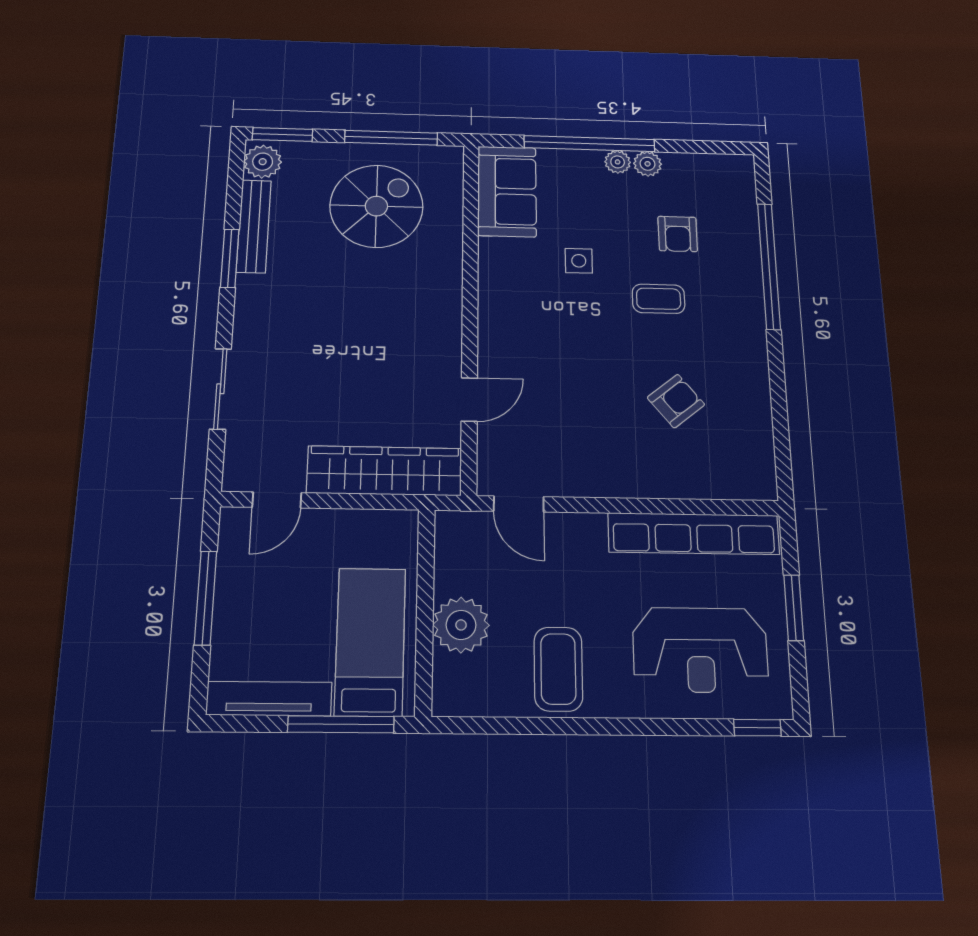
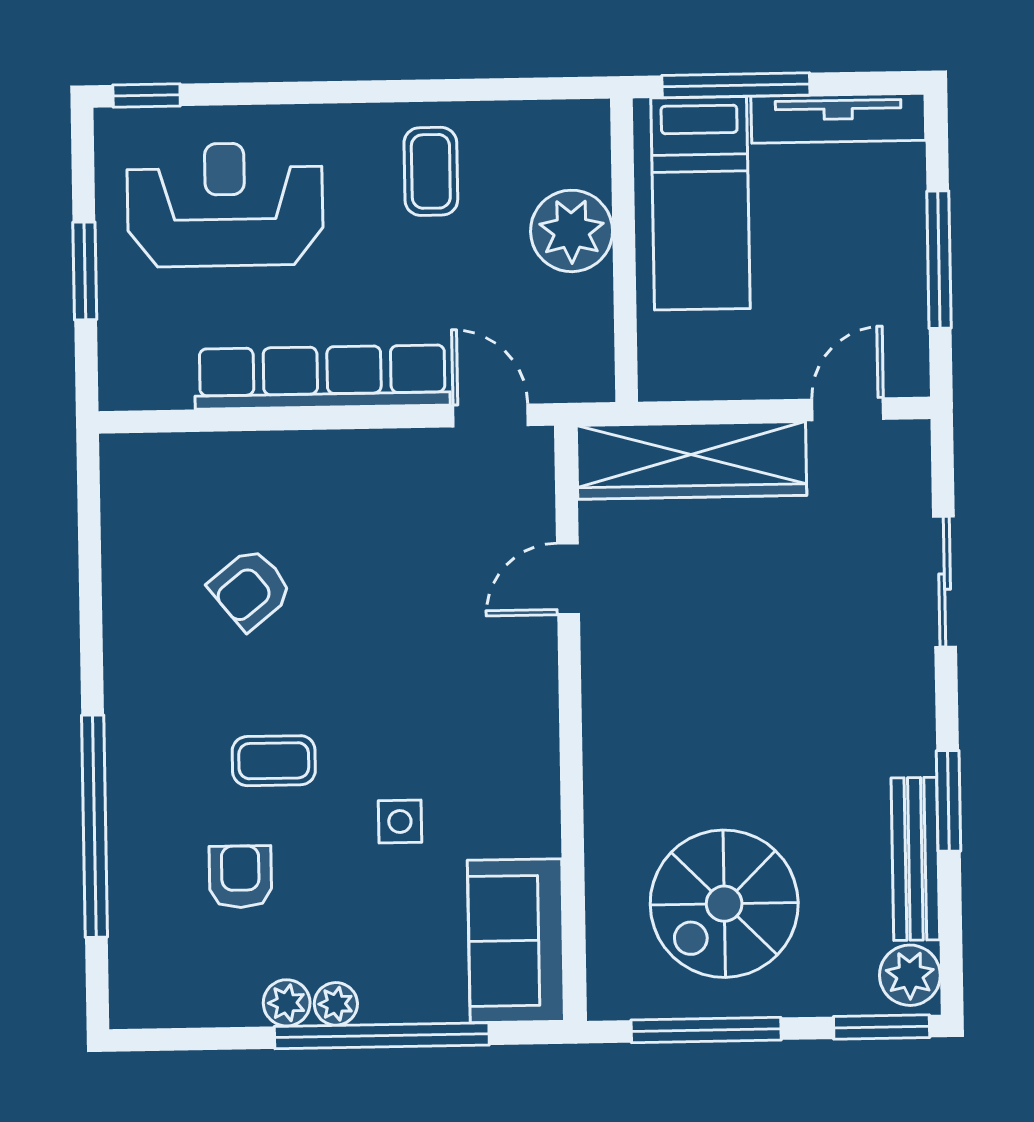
row of seats: (694, 534) -> (322, 377), moved
coffee table: (558, 669) -> (431, 171), width x0.73, depth x0.77

